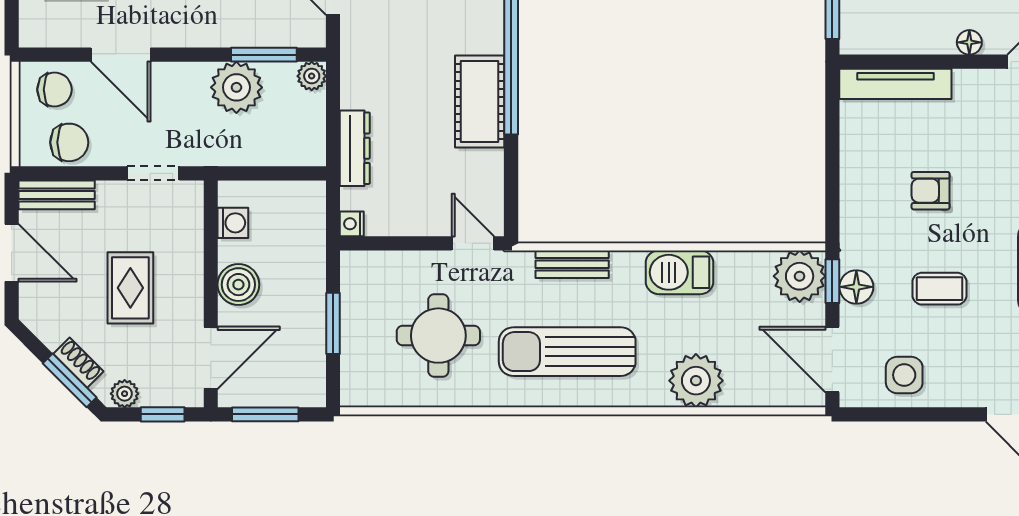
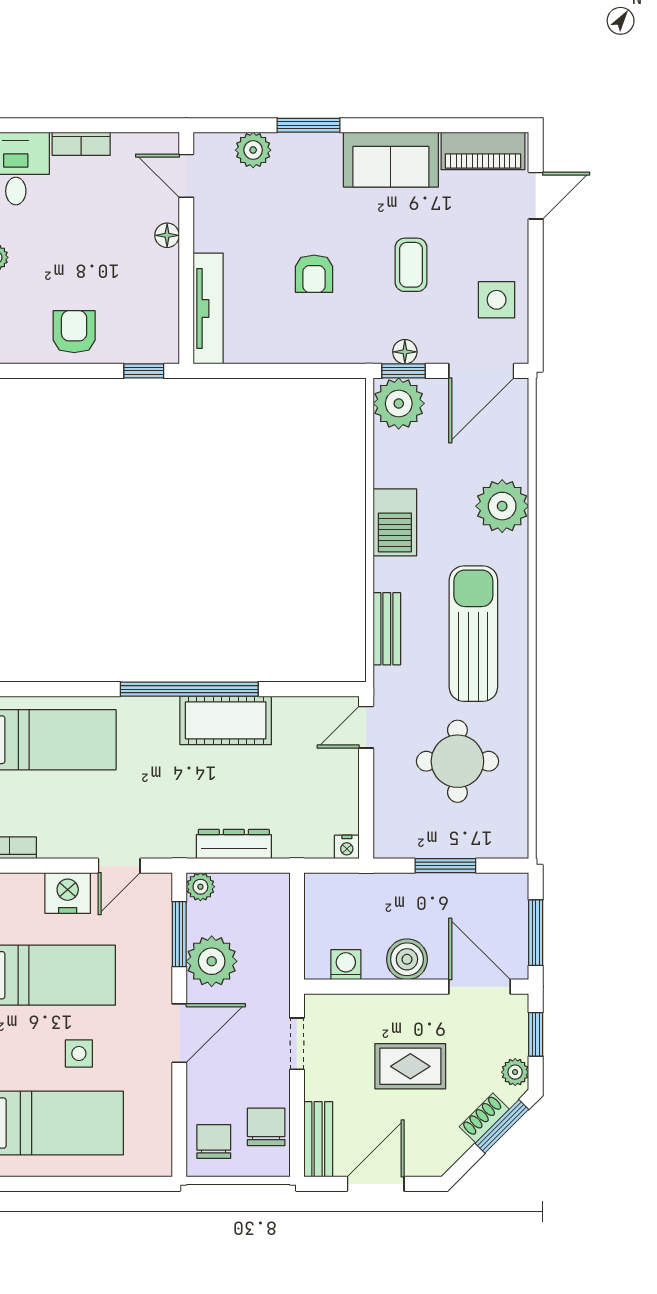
door: (121, 55) -> (179, 1033), moved
dresser: (355, 148) -> (234, 844), moved
floor lamp: (856, 287) -> (405, 352), width x0.73, depth x0.73
sun lounger: (567, 352) -> (473, 634), turned 180

